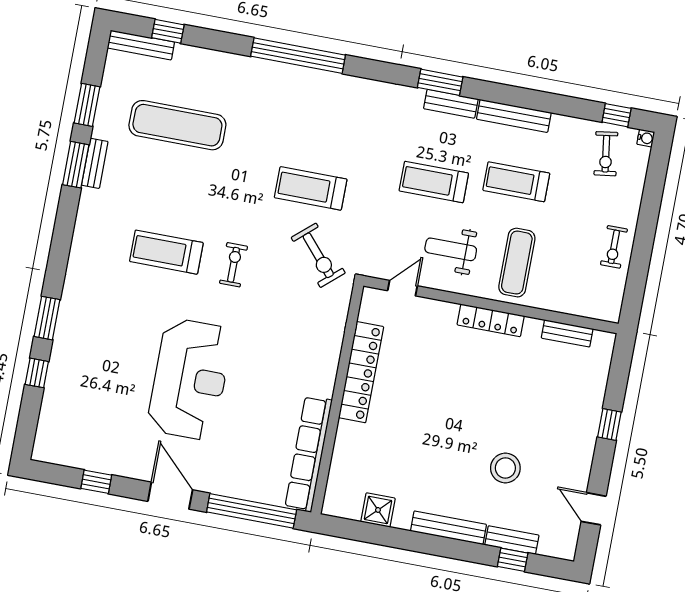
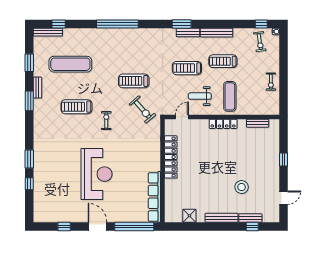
window: (76, 165) -> (29, 101), moved
treadmill: (166, 252) -> (76, 107), moved
door: (594, 509) -> (283, 198), swing flipped

